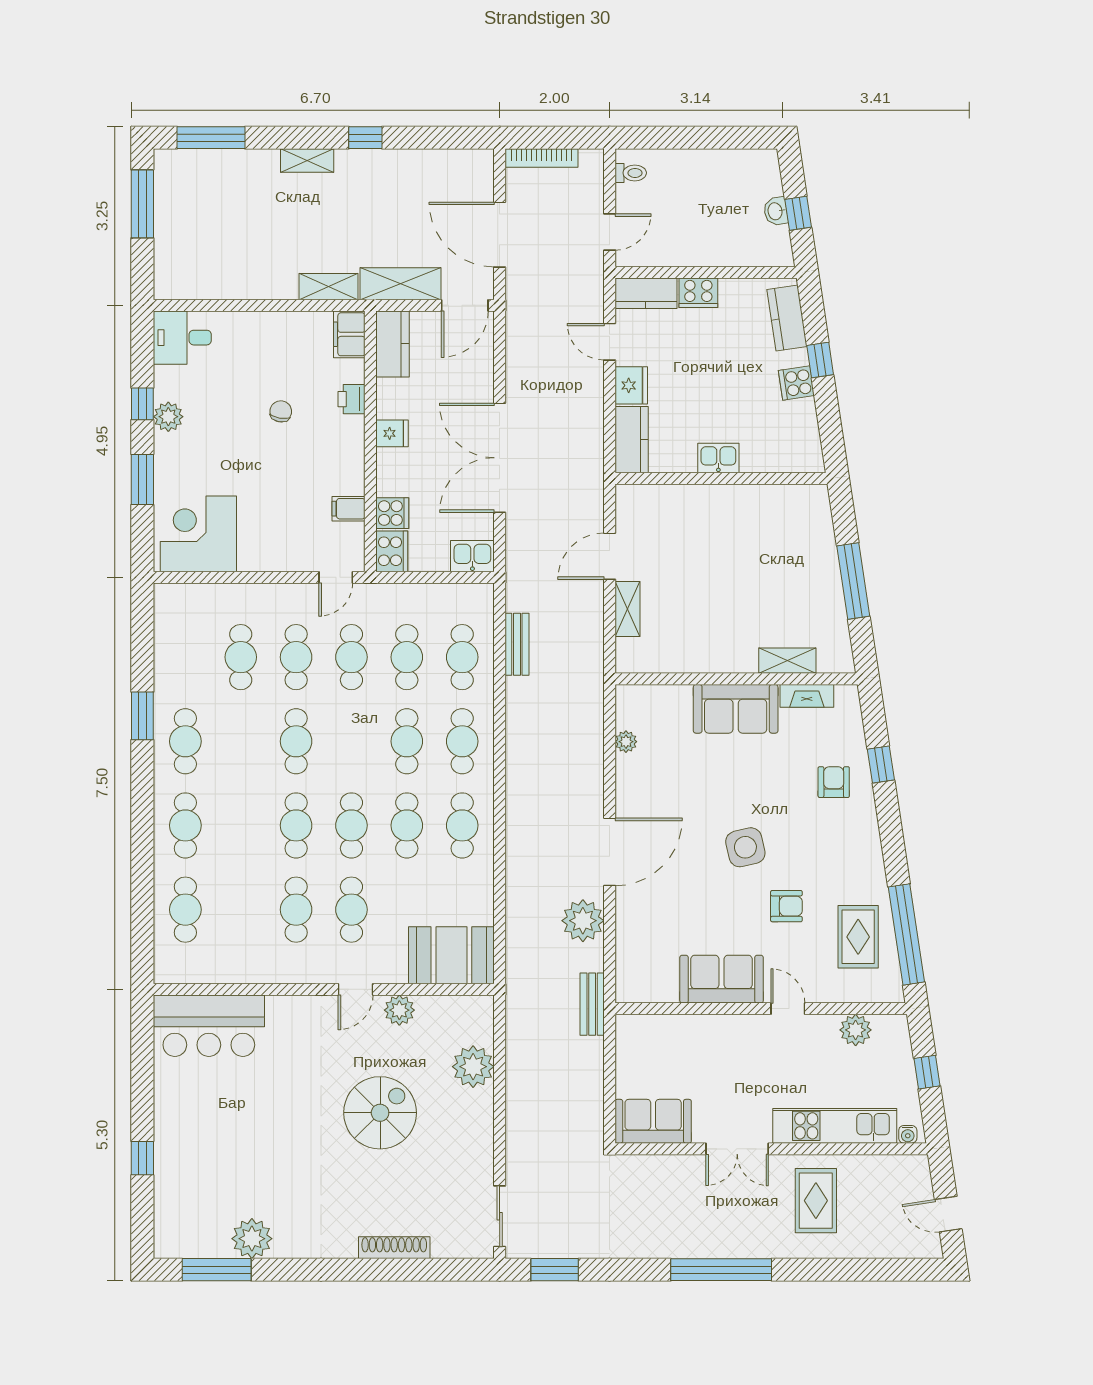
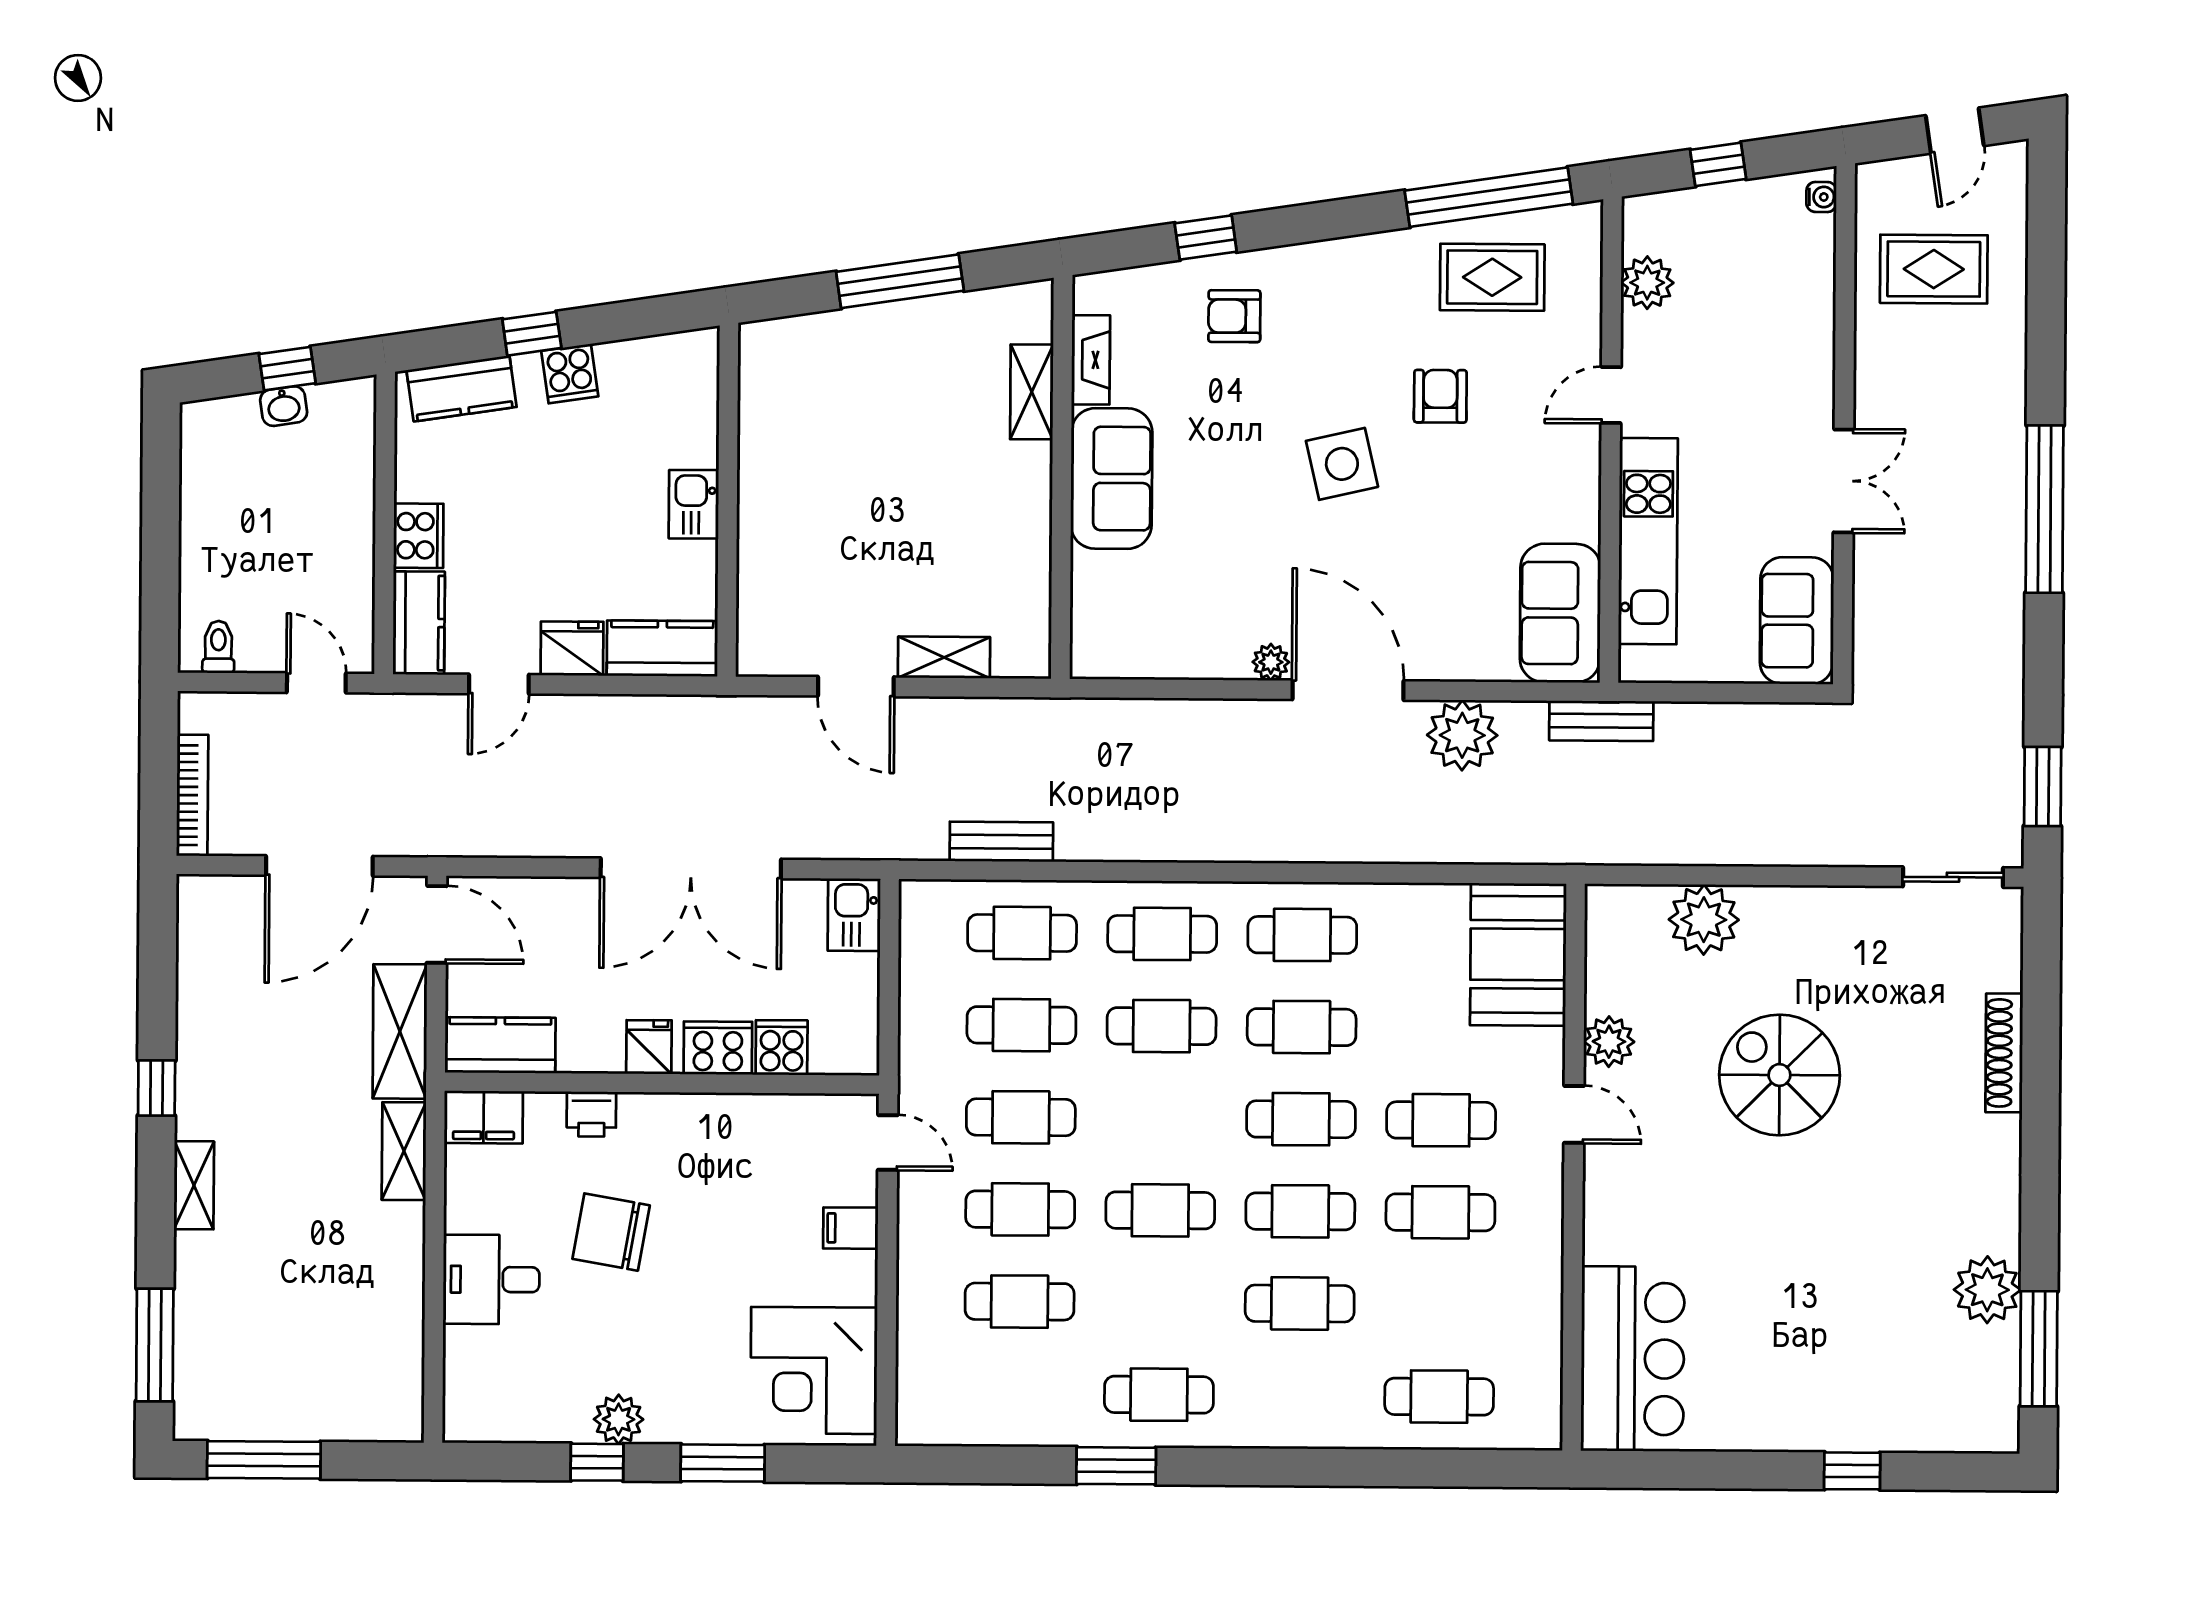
desk: (182, 338) -> (491, 1279), moved, turned 90
chair: (281, 411) -> (611, 1232), width x1.87, depth x1.87
filing cabinet: (349, 509) -> (851, 1228), moved, turned 90
cooker: (392, 551) -> (718, 1048), moved
plant: (626, 742) -> (1271, 662), moved
cafe table: (185, 825) -> (1300, 1303), moved
sofa: (722, 979) -> (1560, 613), moved
kitchen unit: (835, 1126) -> (1648, 541), moved, turned 180
rug: (816, 1201) -> (1934, 269), moved

